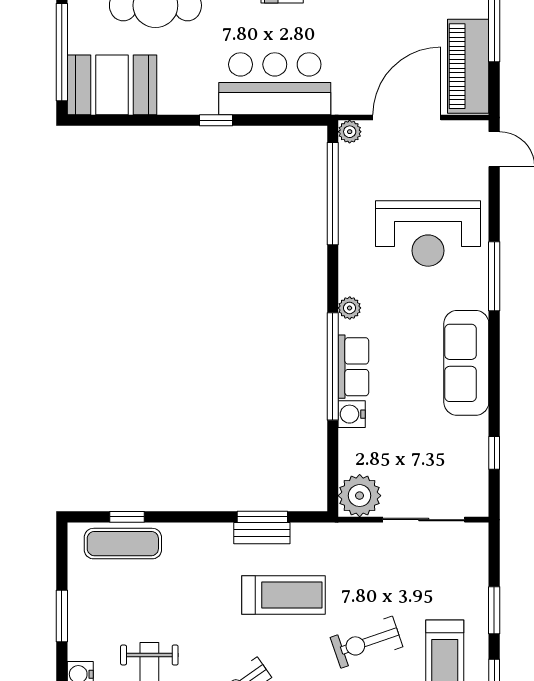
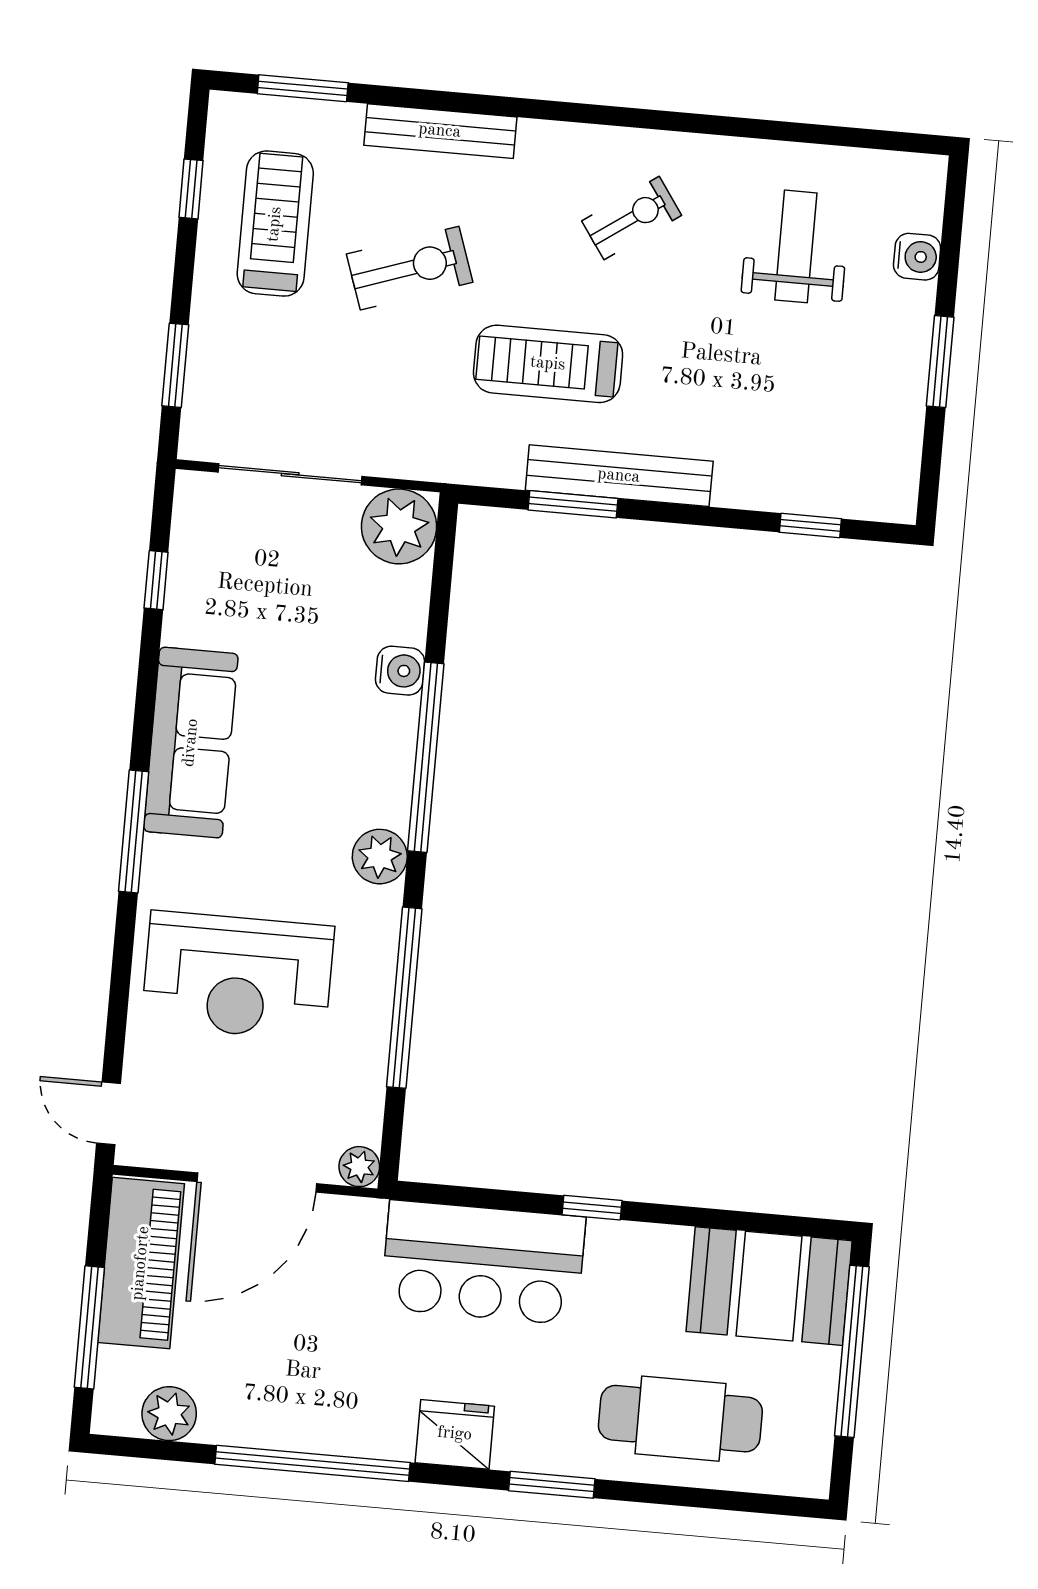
window: (333, 194) -> (404, 998), moved
reception desk: (428, 233) -> (238, 976), turned 180
window: (494, 276) -> (134, 831), moved
plant: (350, 308) -> (380, 857), width x1.38, depth x1.38
row of seats: (353, 367) -> (390, 753), removed
bench: (262, 533) -> (619, 476), width x1.86, depth x1.21
exercise mat: (123, 544) -> (822, 479), removed
window: (494, 610) -> (175, 365), moved

